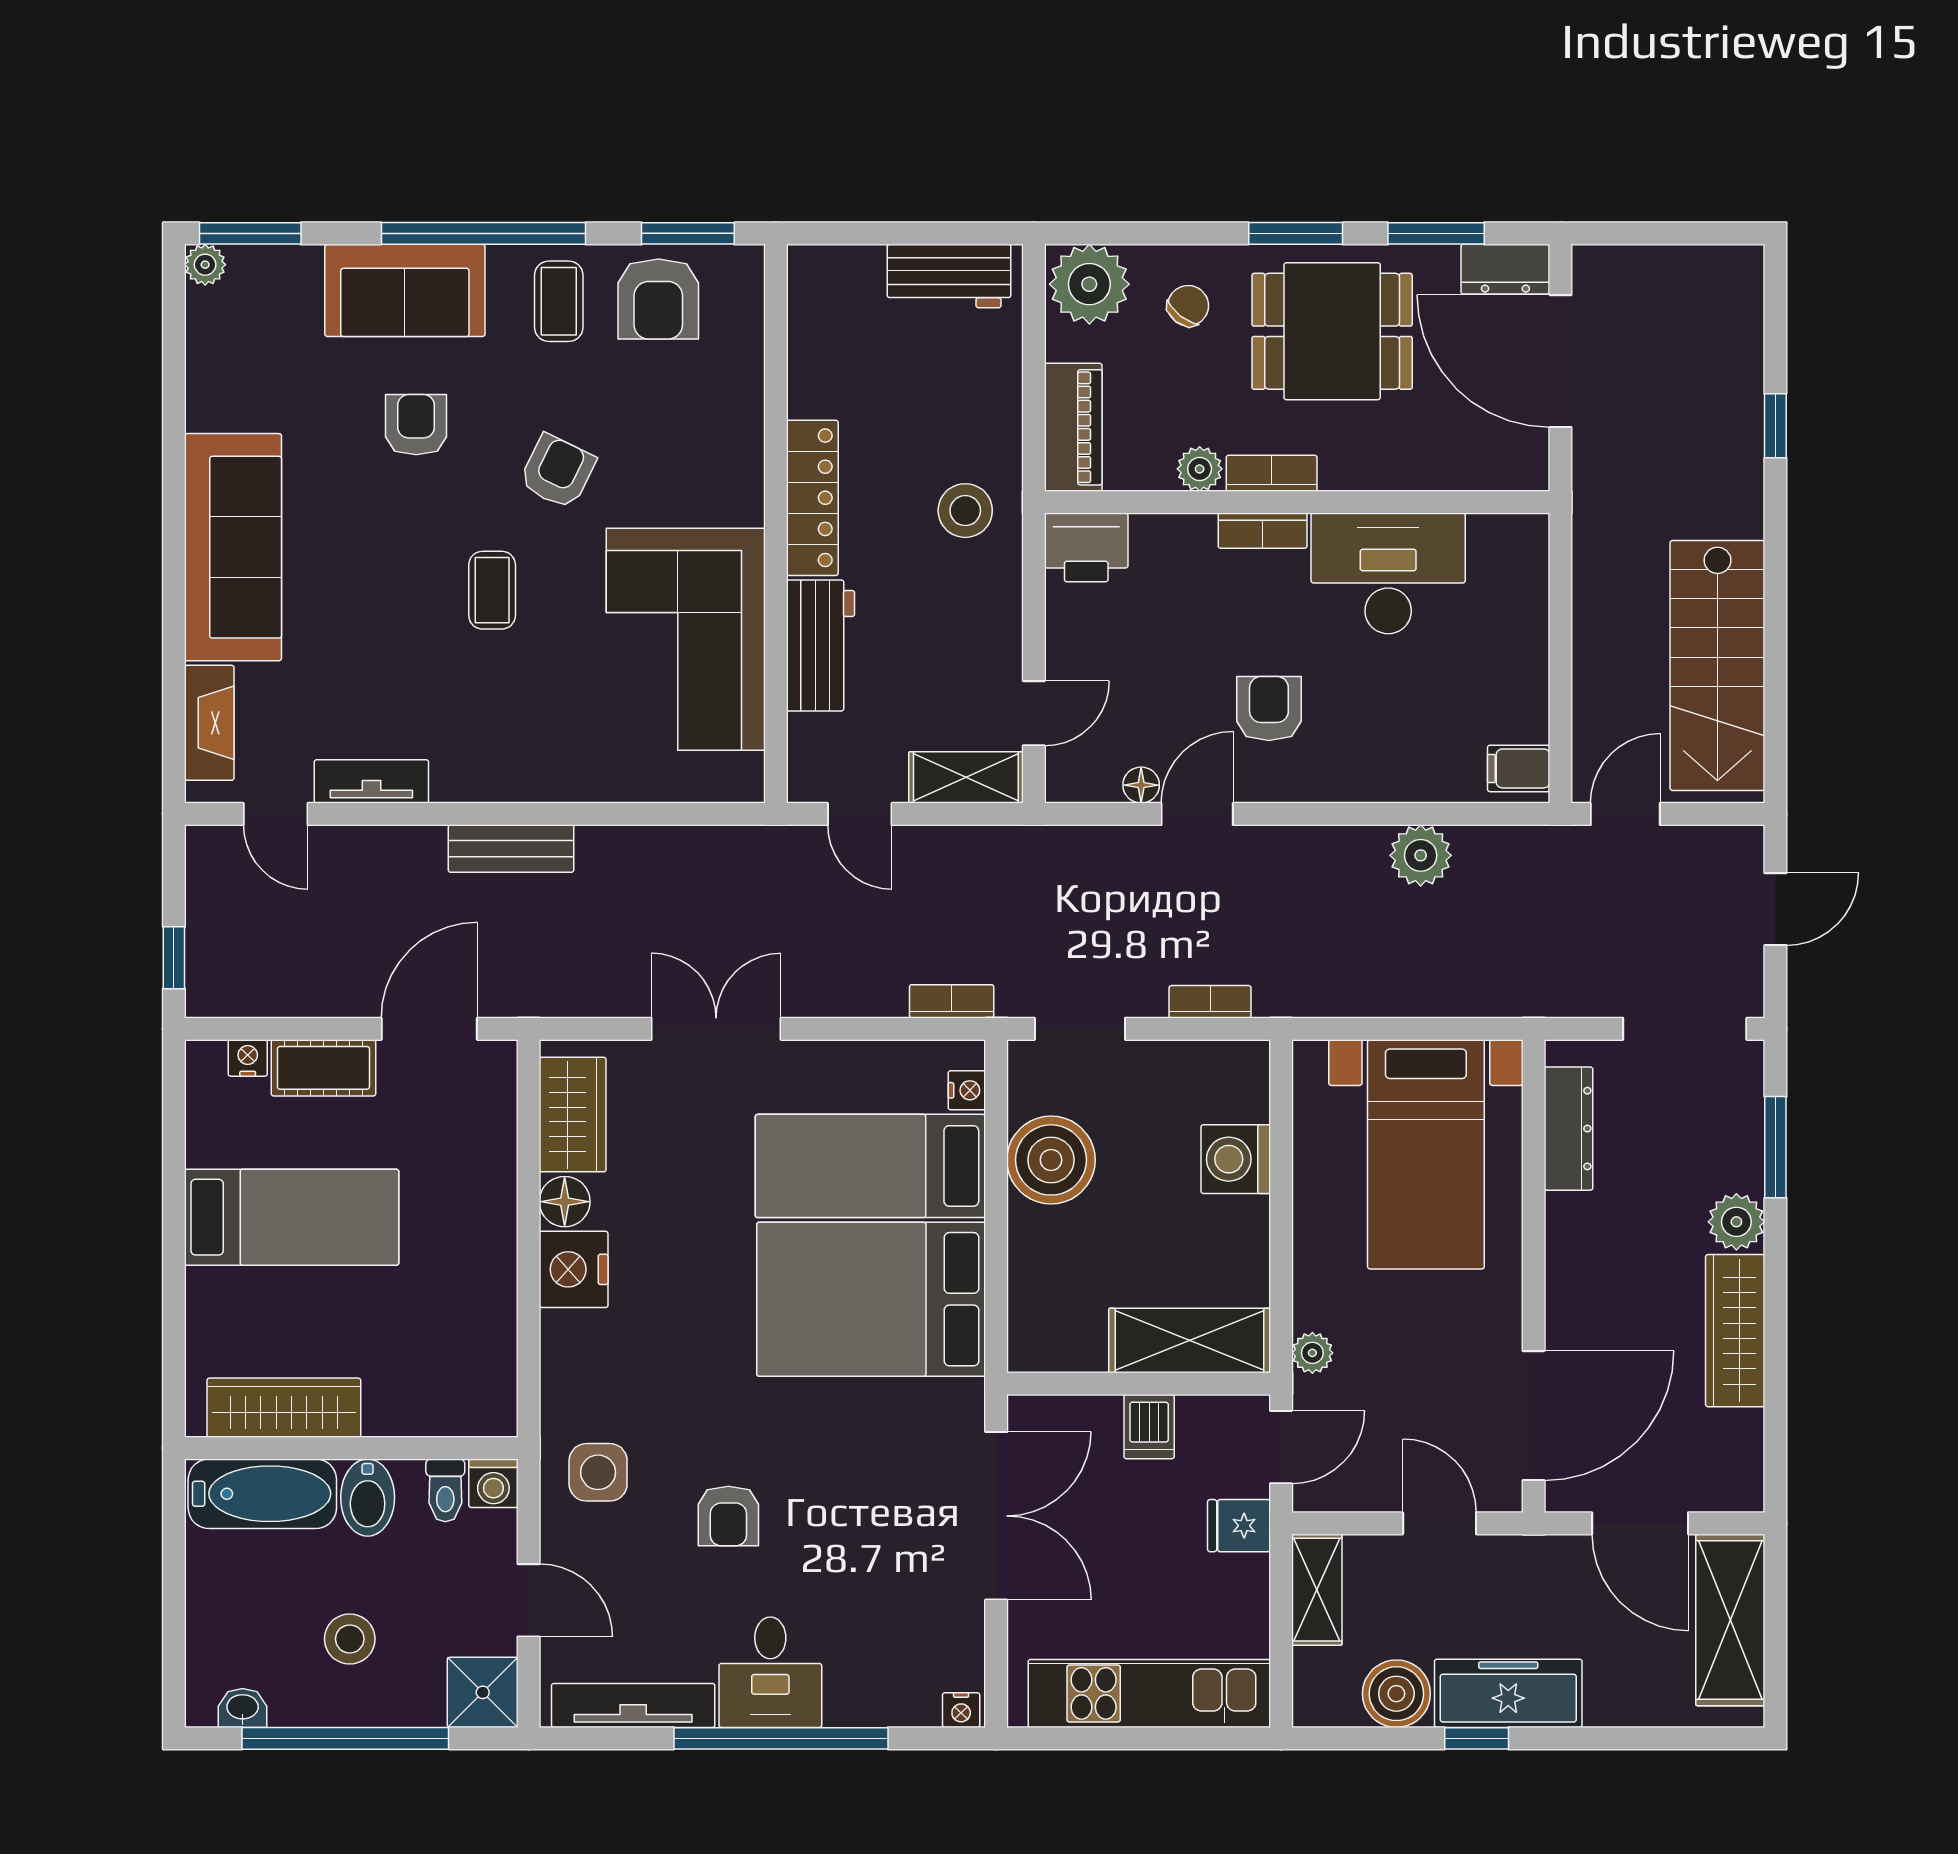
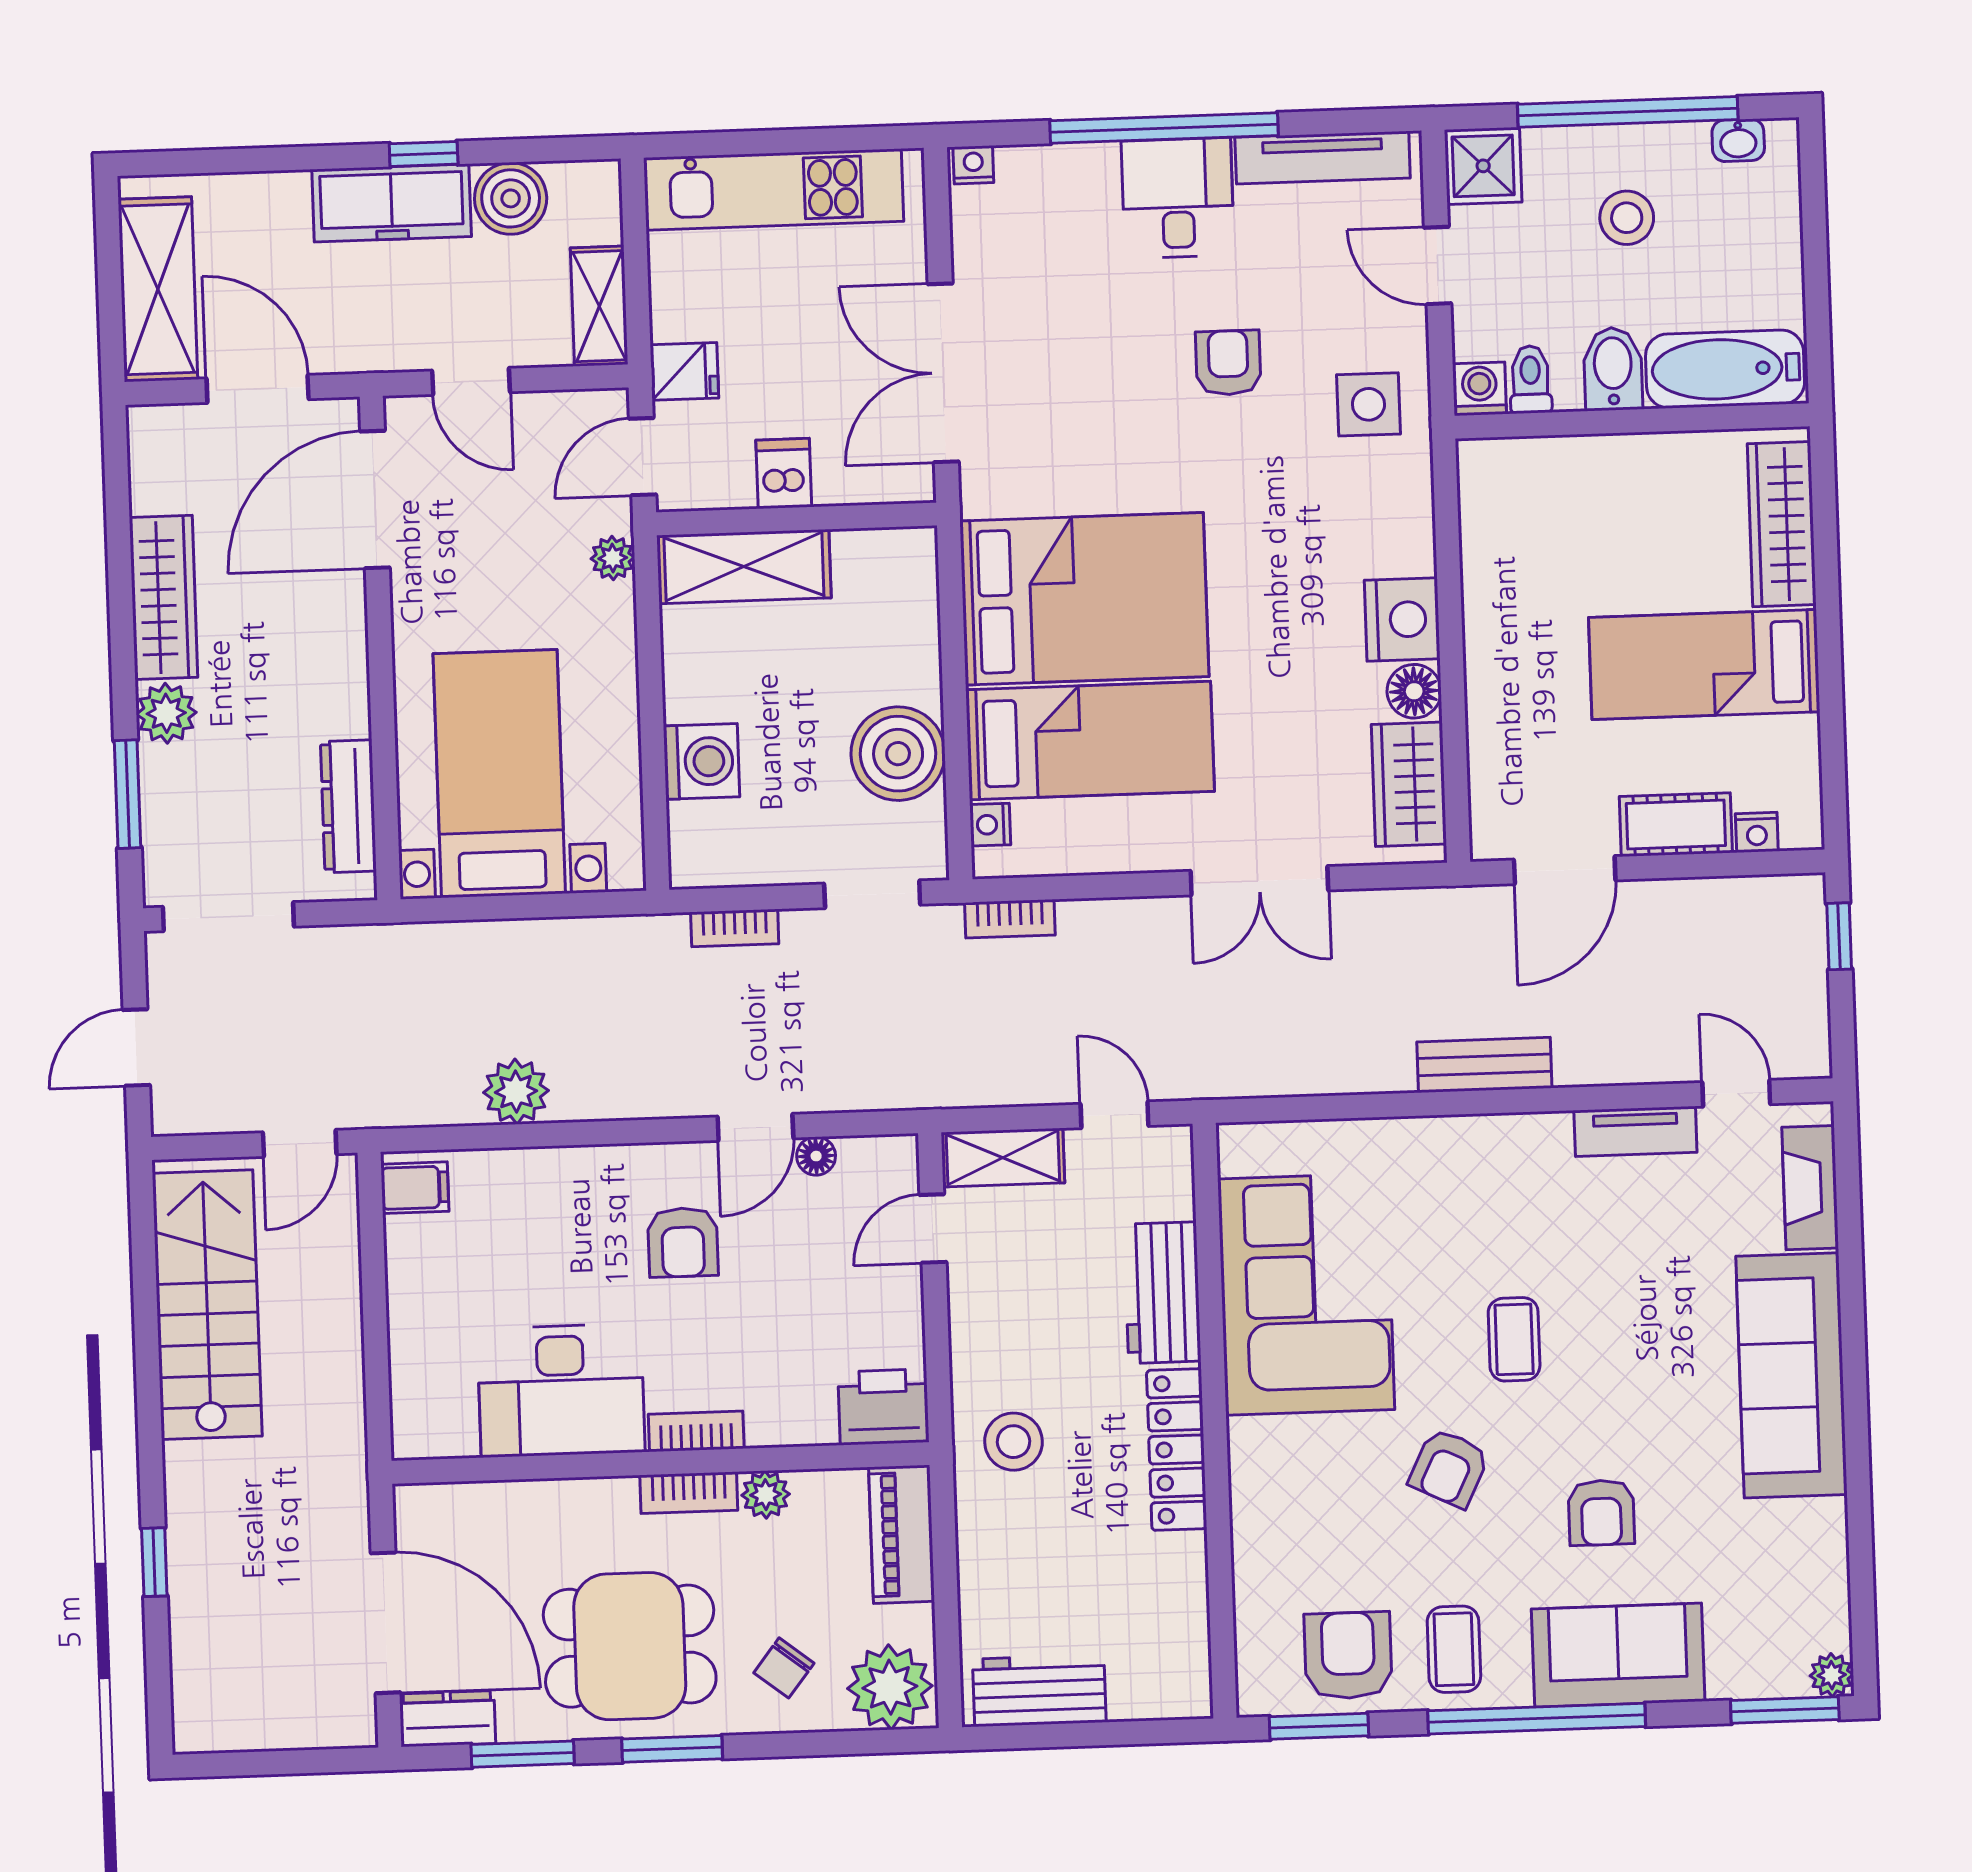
wardrobe: (284, 1408) -> (1782, 524), moved, turned 90

